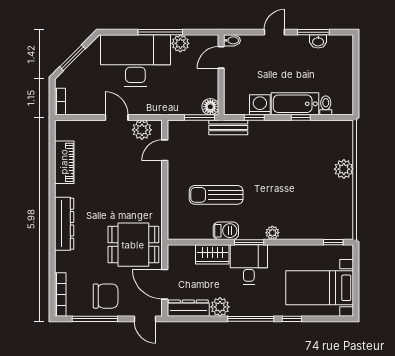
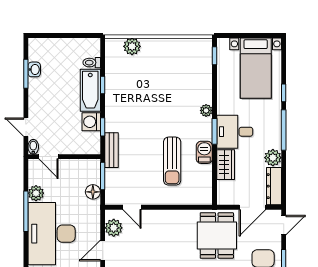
door: (274, 32) -> (26, 127), moved
floor lamp: (210, 107) -> (93, 192), moved
plant: (344, 169) -> (132, 46), moved

